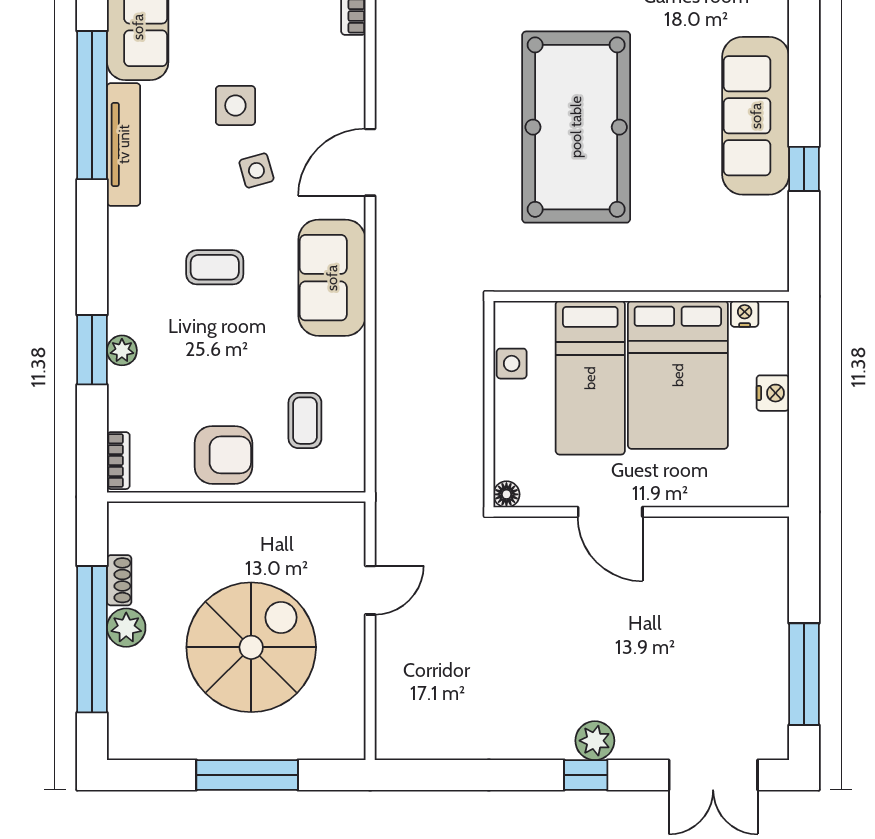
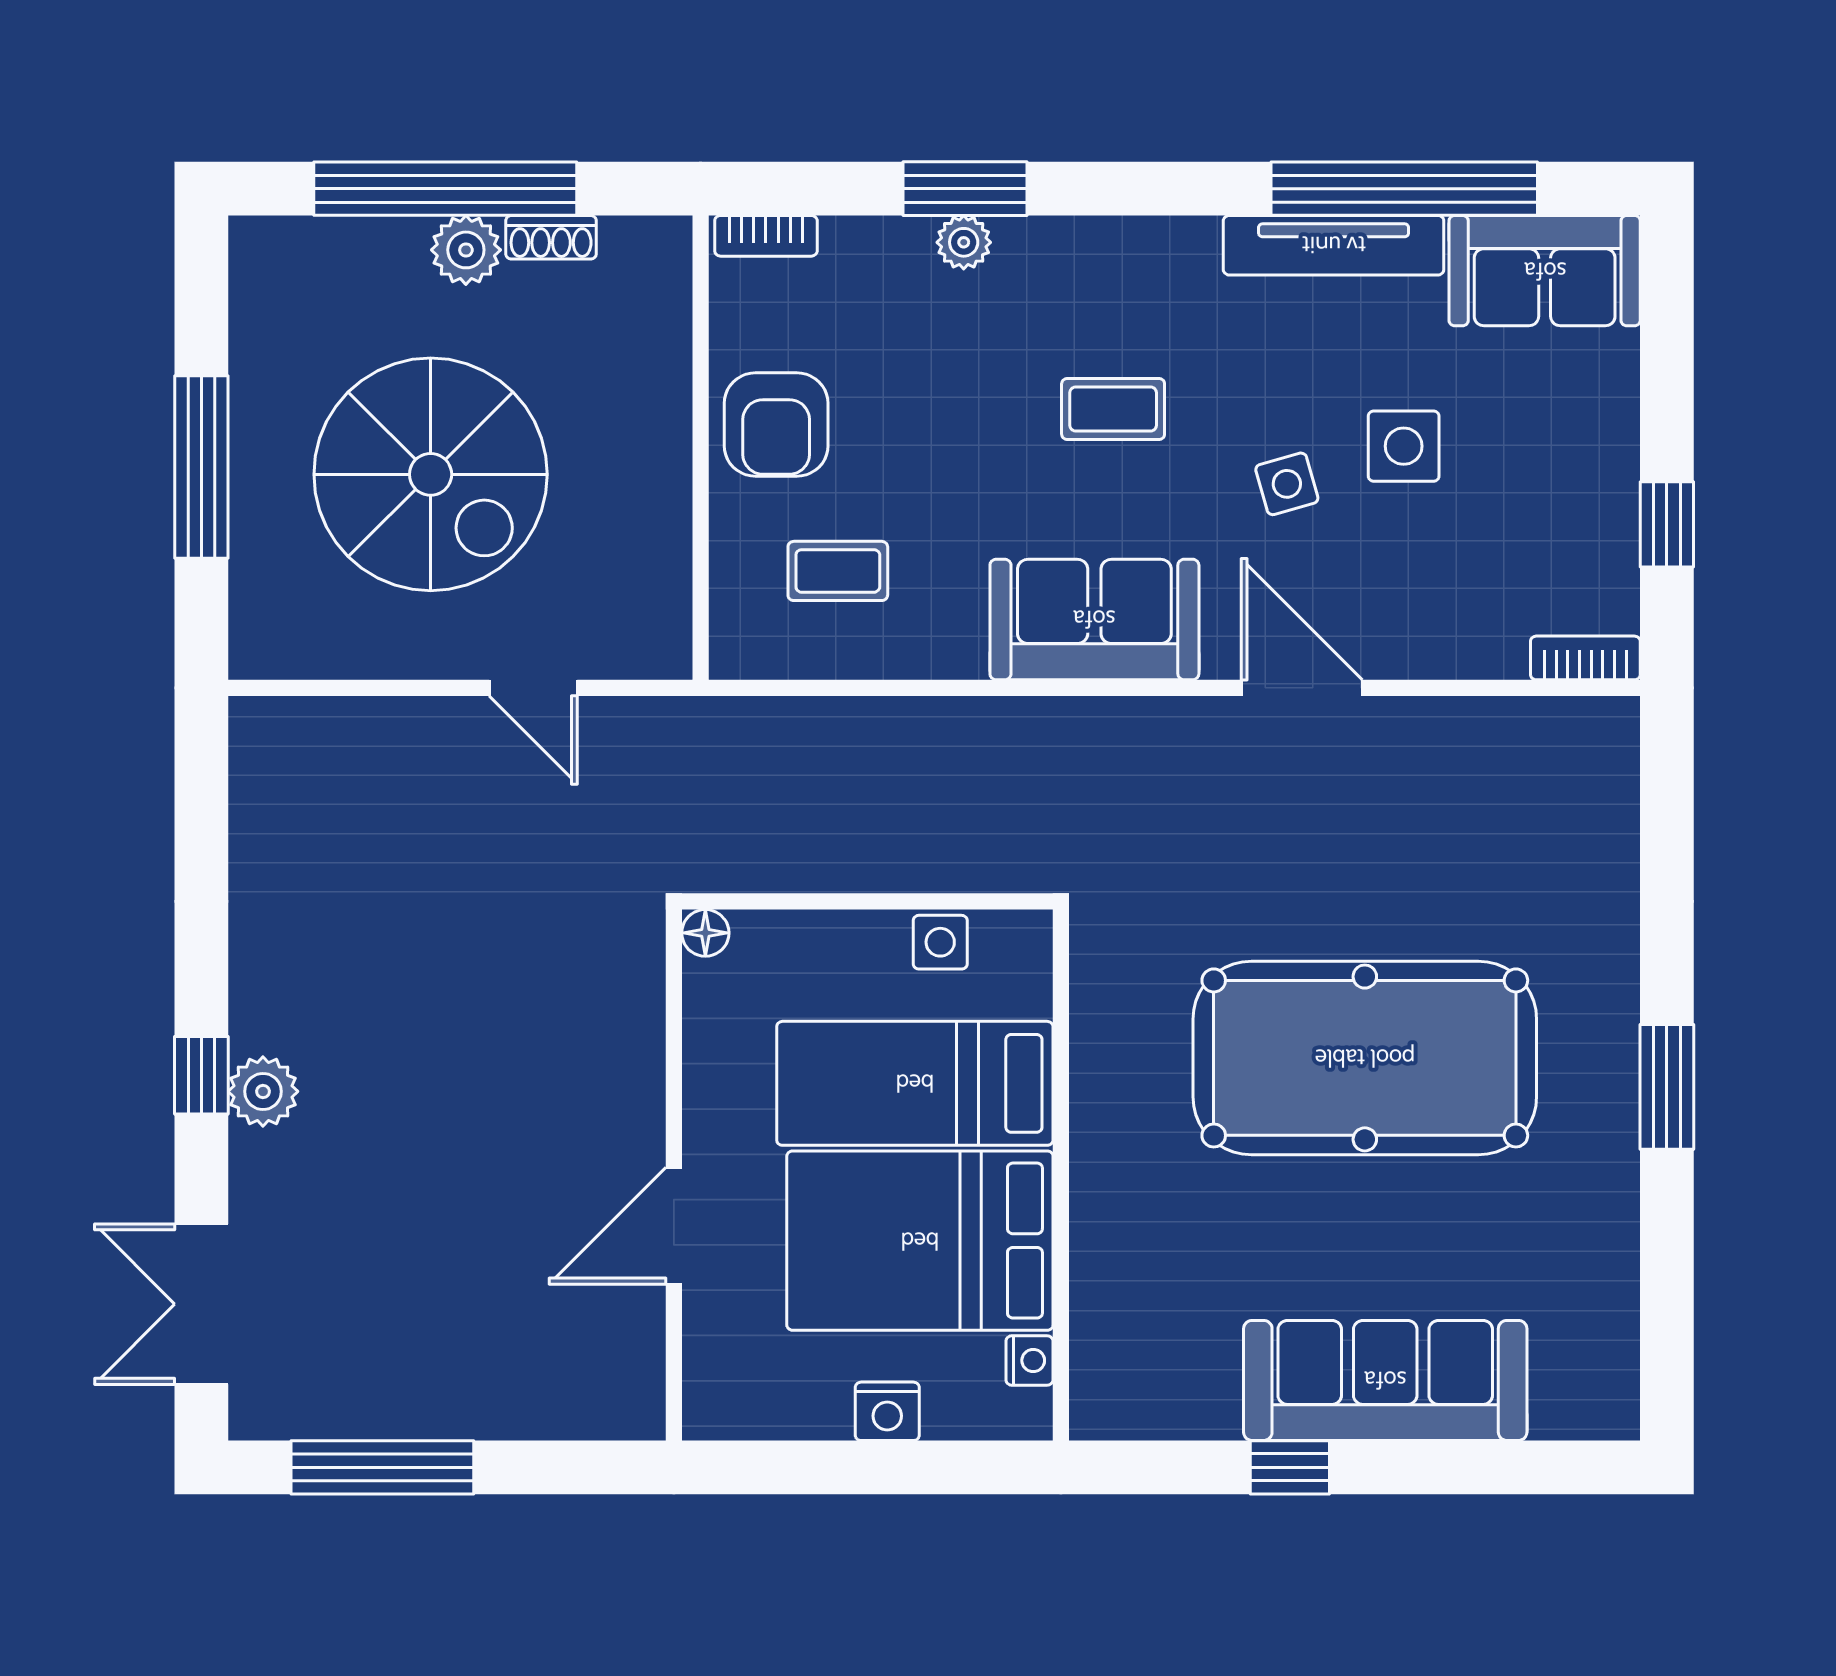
coffee table: (215, 267) -> (1113, 409), turned 90
door: (610, 512) -> (674, 1226), moved

